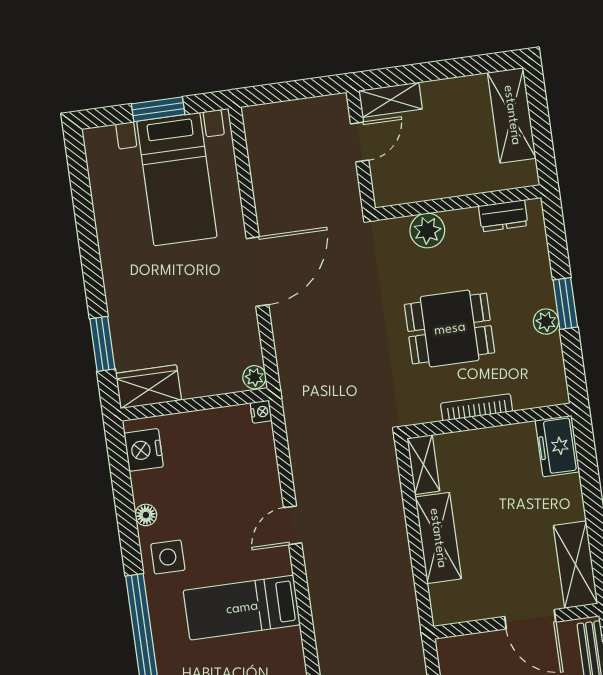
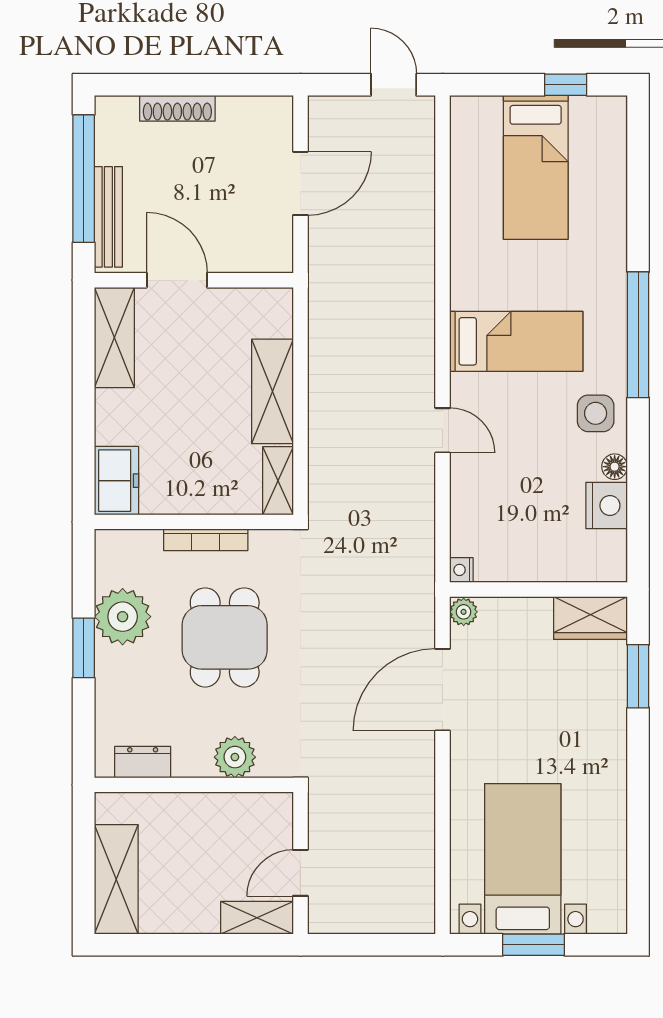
door: (257, 272) -> (443, 690), moved
plant: (546, 322) -> (123, 617), width x1.88, depth x1.88
dining table: (450, 329) -> (225, 637), turned 90
nightstand: (144, 450) -> (607, 506), moved
door: (293, 525) -> (443, 430), hinge flipped

